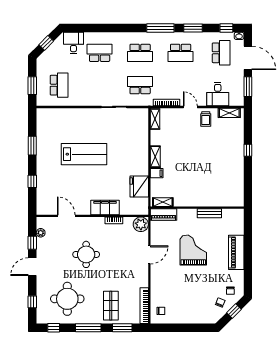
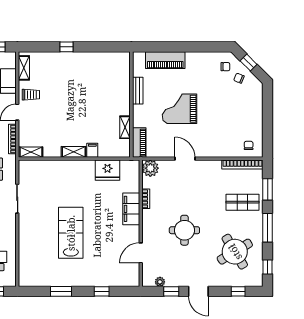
shelving: (163, 202) -> (125, 127), moved
piano: (236, 252) -> (165, 60), moved
round table: (67, 299) -> (235, 252), turned -31

